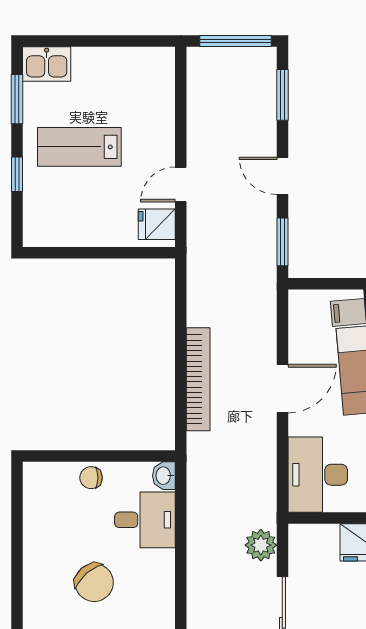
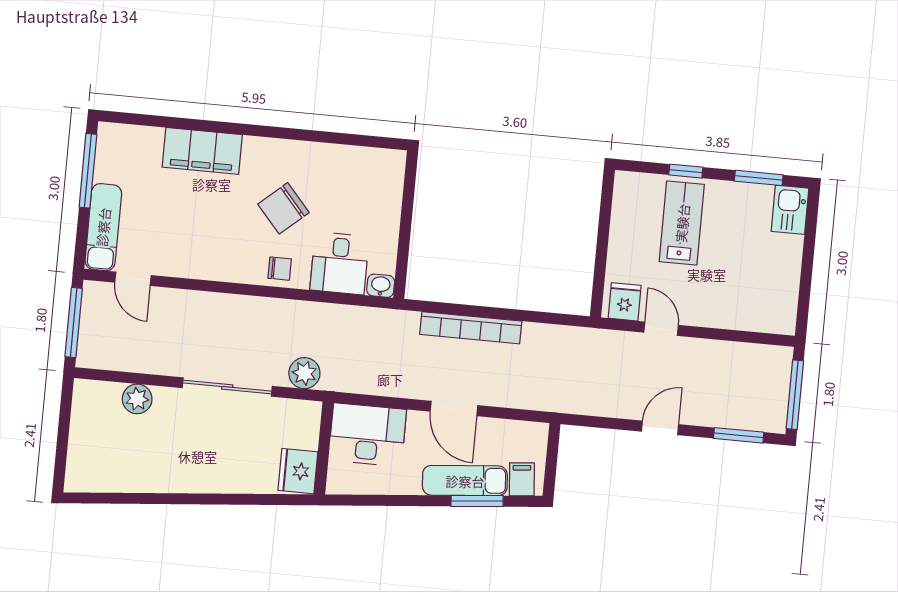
lab bench: (79, 147) -> (682, 223), moved
window: (282, 242) -> (596, 422), removed
chair: (91, 478) -> (280, 269), moved, turned 90

